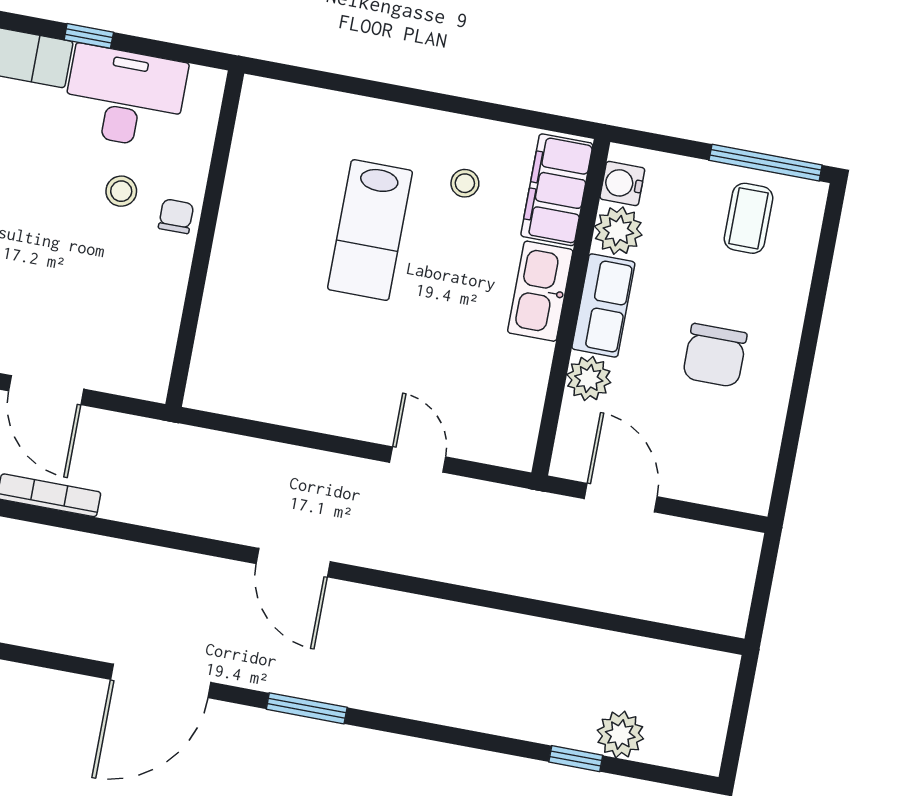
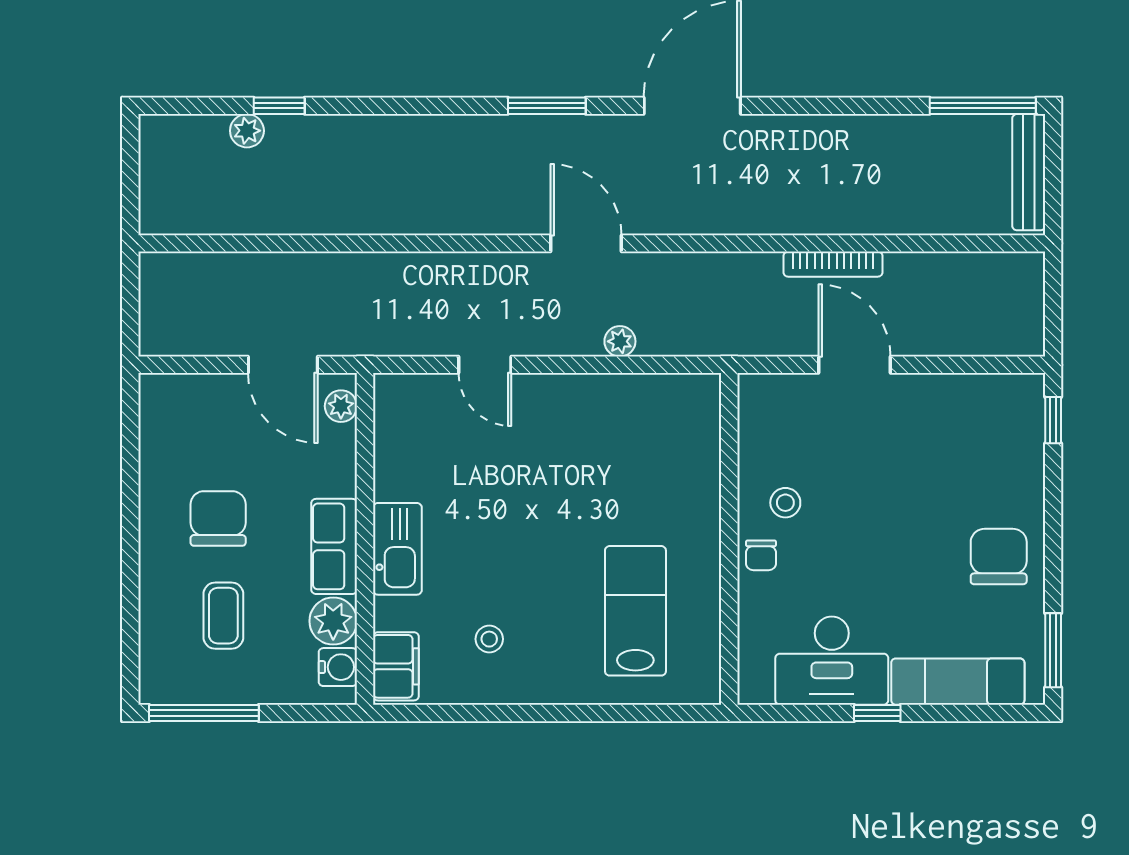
filing cabinet: (557, 190) -> (396, 666), width x0.67, depth x0.86
stool: (121, 191) -> (785, 503), moved
coffee table: (748, 218) -> (223, 616), moved
lab bench: (370, 230) -> (635, 611), moved
plant: (589, 379) -> (341, 406), moved, width x0.73, depth x0.73
plant: (278, 458) -> (620, 341), added
plant: (620, 734) -> (247, 131), width x0.73, depth x0.73

